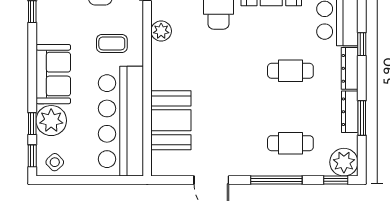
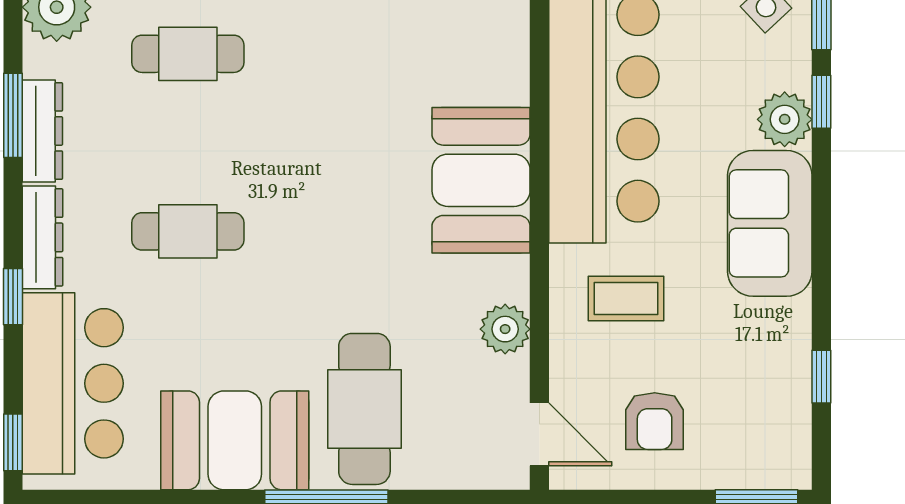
booth: (171, 120) -> (481, 180), moved
plant: (51, 121) -> (785, 119), width x0.73, depth x0.73

